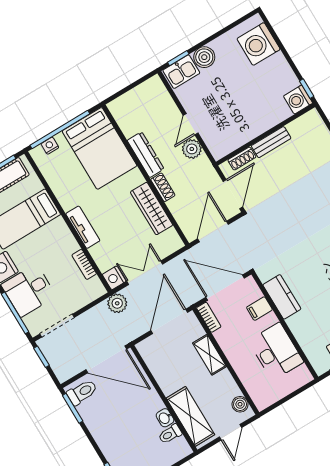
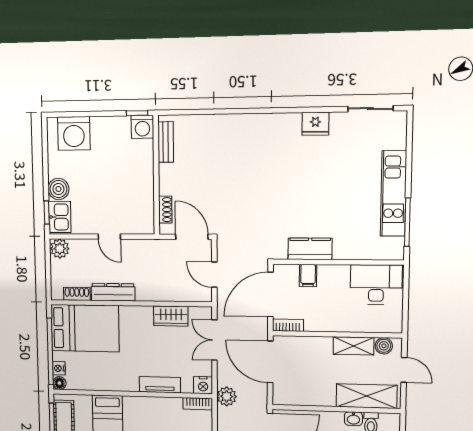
bench: (271, 142) -> (166, 142), moved
plant: (192, 149) -> (60, 249), moved
floor lamp: (37, 154) -> (59, 383), added
shoe rack: (163, 187) -> (77, 294), moved
wardrobe: (151, 209) -> (171, 316), width x0.67
tv unit: (83, 227) -> (160, 385), moved
door: (213, 232) -> (214, 275), width x0.73
bookcase: (84, 264) -> (198, 404), moved
double door: (145, 273) -> (214, 340), moved
desk: (276, 351) -> (376, 285), moved
shelving: (210, 355) -> (353, 346), moved

